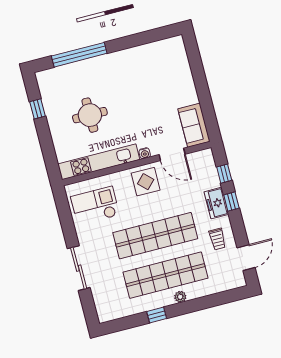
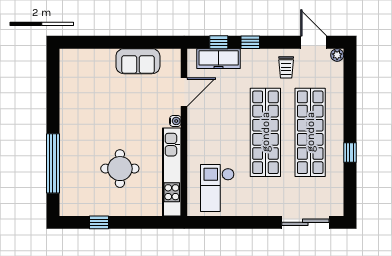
sofa: (194, 125) -> (138, 61), moved
display table: (146, 182) -> (206, 128), removed
freezer: (216, 203) -> (219, 59), moved, width x1.40
trolley: (217, 239) -> (286, 67), turned 90
sliding door: (79, 268) -> (305, 222), moved
plant: (180, 297) -> (337, 55), moved

